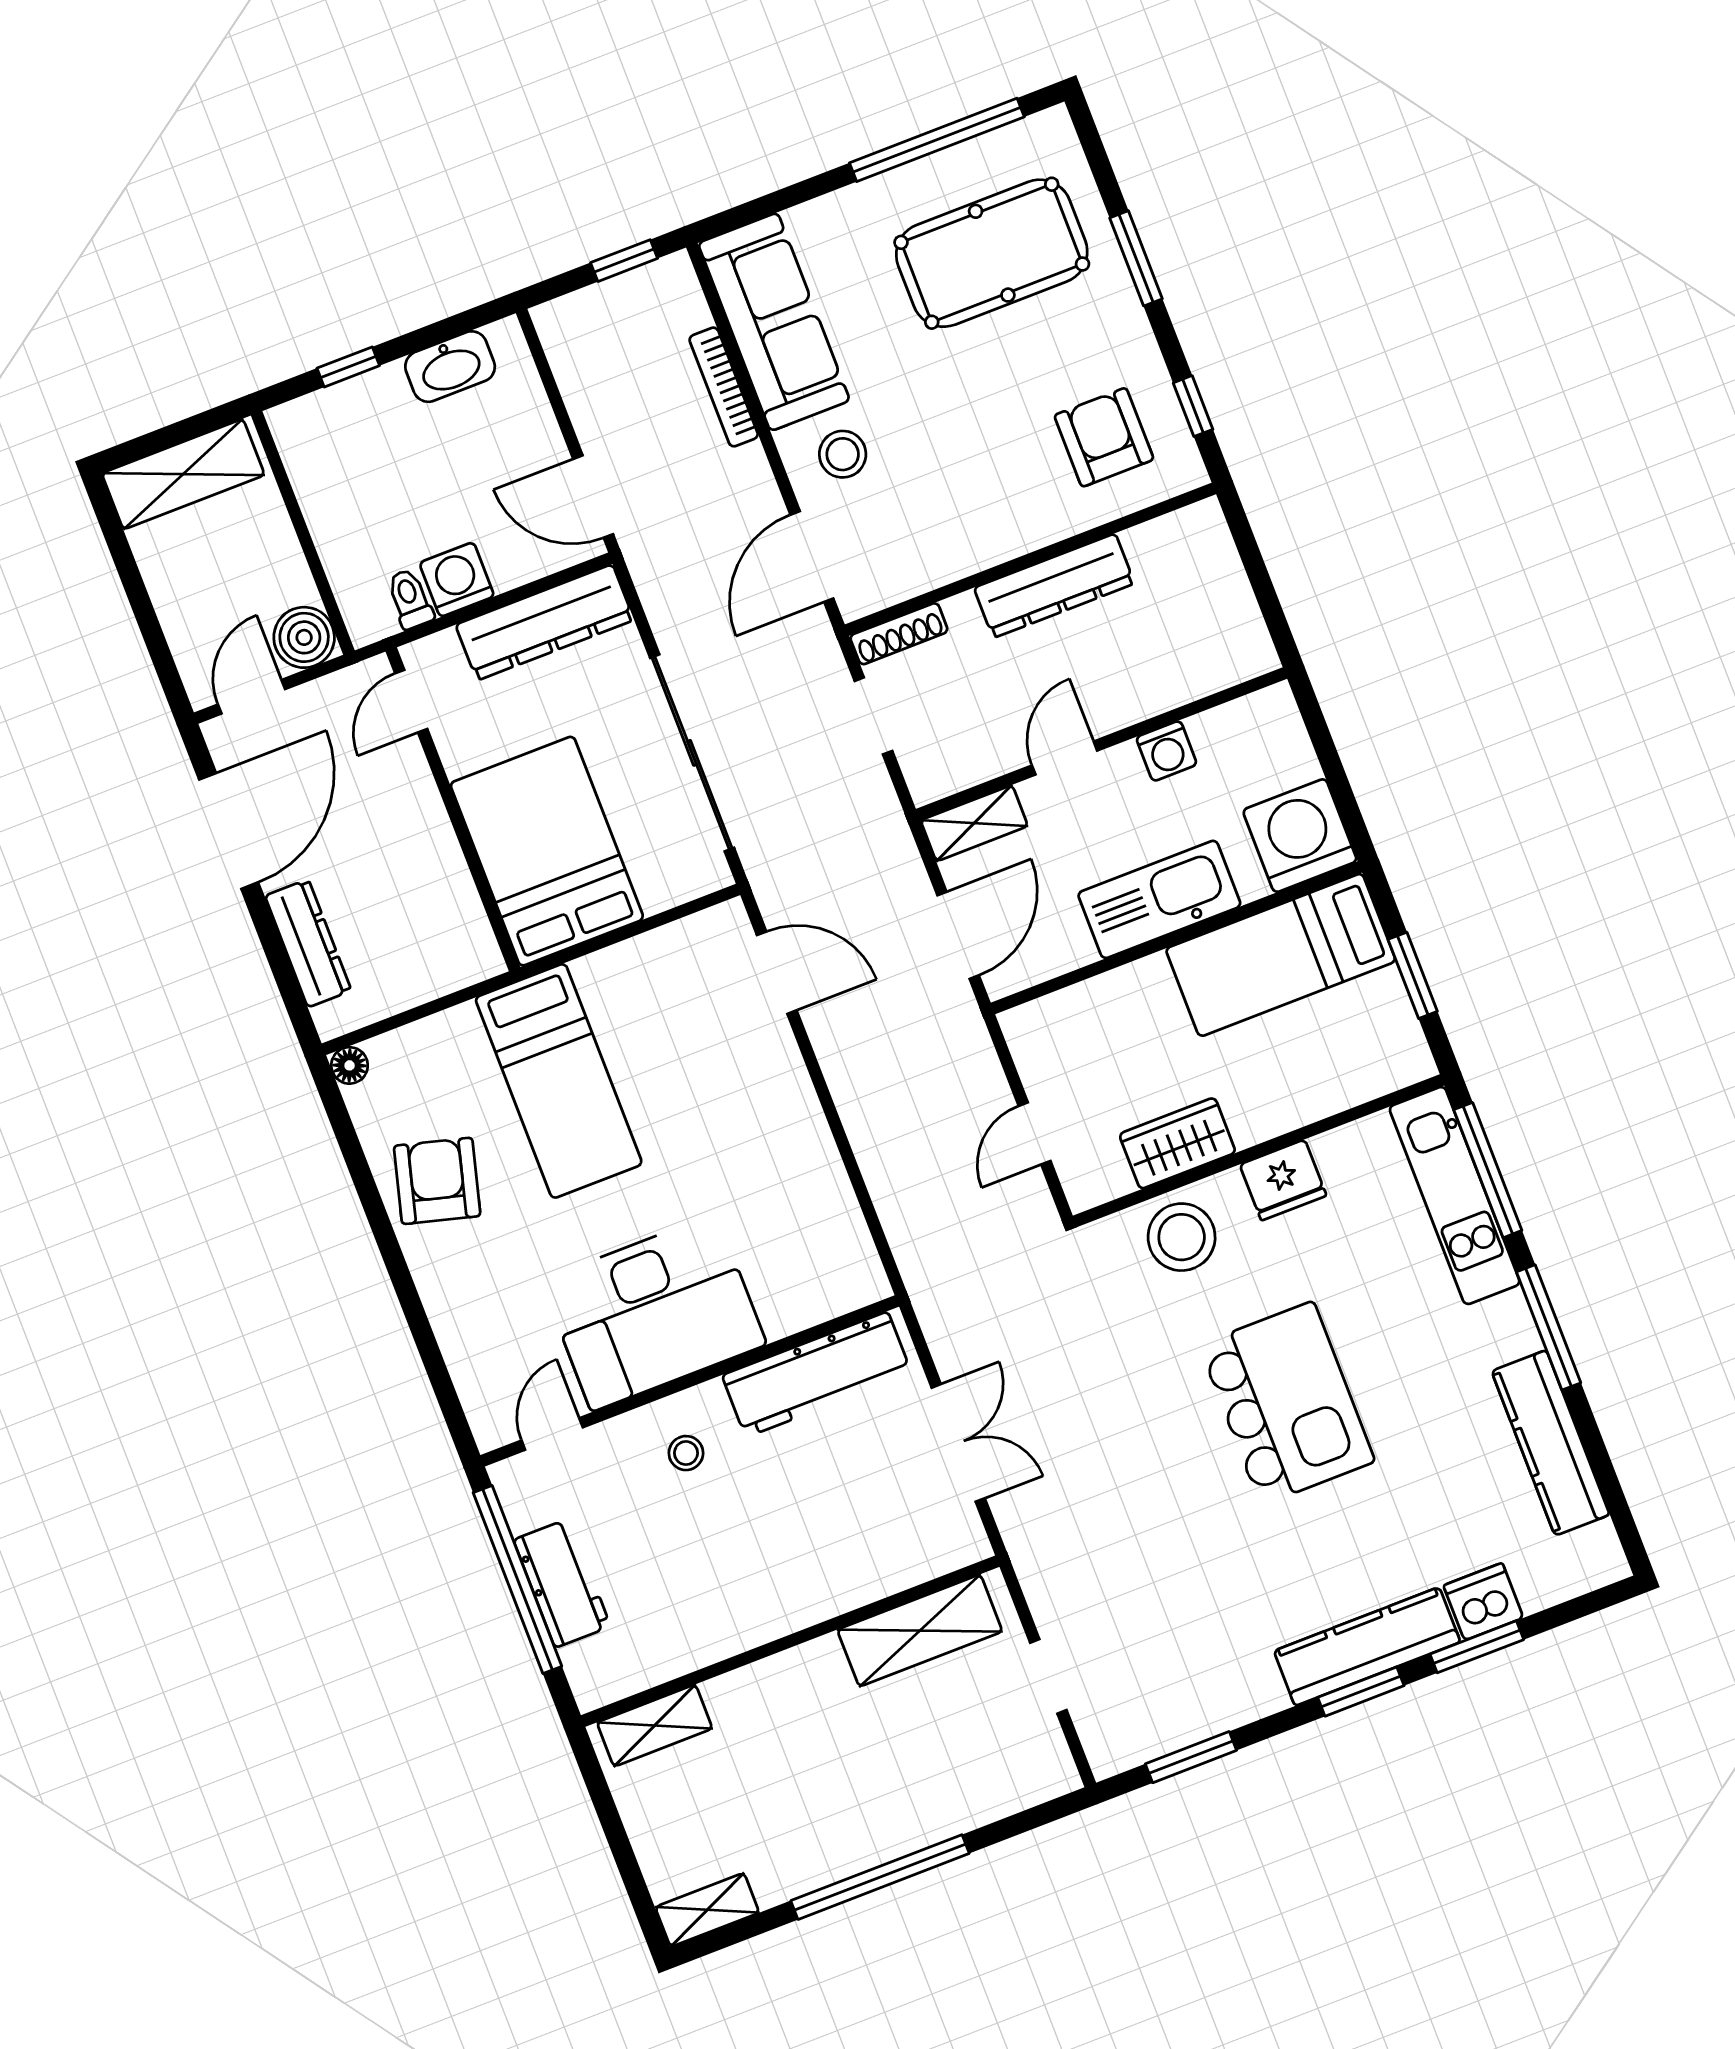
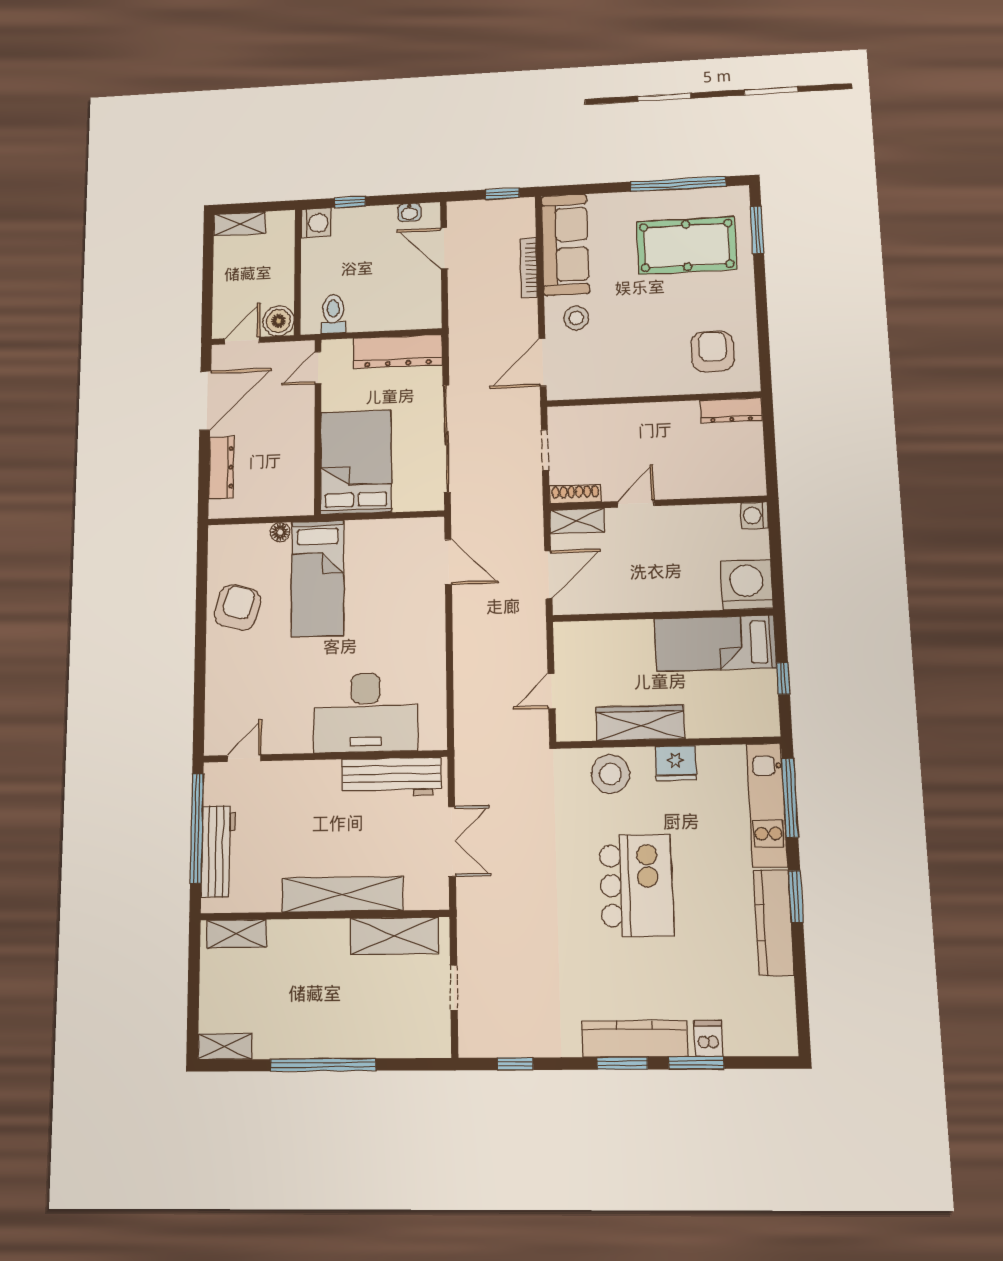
window: (1136, 258) -> (757, 230), moved
washbasin: (450, 367) -> (409, 212), width x0.52, depth x0.69
window: (1193, 406) -> (764, 351), removed
shelving: (183, 474) -> (239, 224), width x0.67, depth x0.75
door: (593, 497) -> (444, 248), moved
washing machine: (457, 580) -> (316, 223), moved, turned 90
dresser: (1054, 586) -> (731, 410), moved, width x0.73, depth x0.80
toilet: (410, 599) -> (333, 314), width x1.37, depth x1.39
shoe rack: (899, 634) -> (575, 494), moved, turned 180
washing machine: (1166, 751) -> (754, 515), moved, turned 90
kitchen sink: (1159, 899) -> (660, 592), removed
window: (1413, 975) -> (783, 679), width x0.67
floor lamp: (350, 1065) -> (280, 532), moved
wardrobe: (1177, 1143) -> (640, 723), width x1.50
desk: (654, 1312) -> (366, 713), moved
window: (1549, 1327) -> (796, 897), width x0.69
kitchen counter: (1551, 1443) -> (774, 922), moved
stool: (686, 1453) -> (308, 794), removed
workbench: (562, 1583) -> (218, 851), width x1.38
shelving: (808, 1596) -> (342, 894), added
dishwasher: (1483, 1602) -> (708, 1038), width x0.73
window: (1191, 1757) -> (515, 1064), width x0.67

